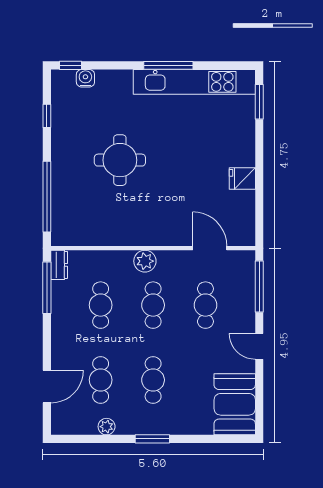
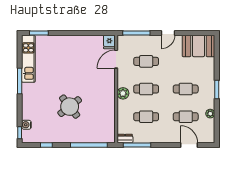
kitchen unit: (194, 82) -> (28, 59), width x0.73
round table: (120, 160) -> (70, 107), turned -38
fridge: (242, 179) -> (109, 42), moved

